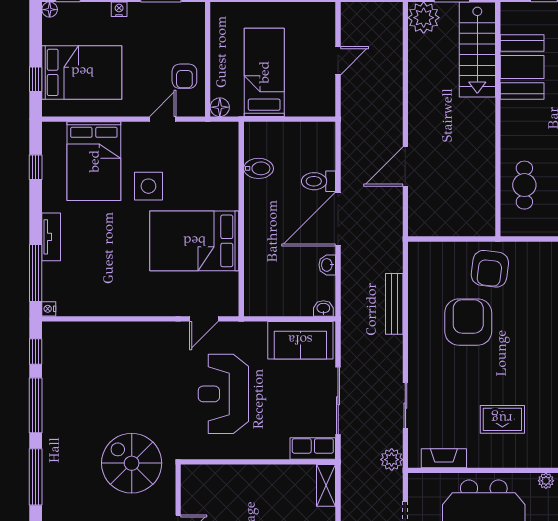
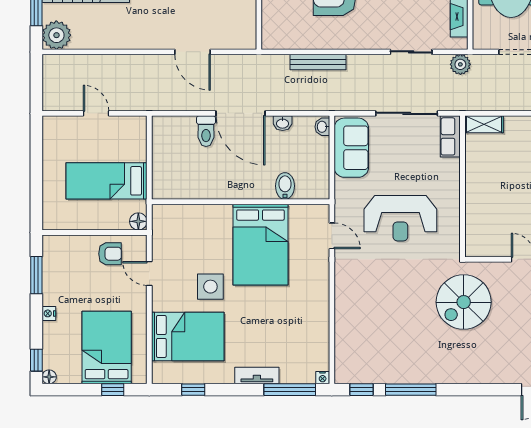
bidet: (259, 168) -> (285, 186), moved
window: (36, 477) -> (476, 390), removed

